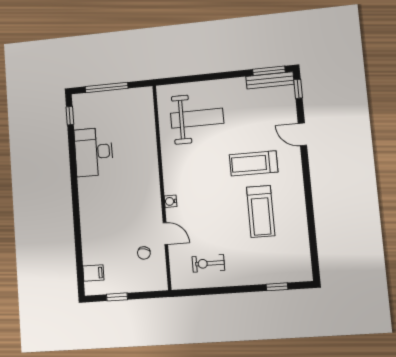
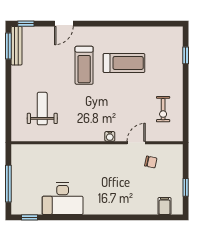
weight bench: (197, 118) -> (42, 109), width x0.73, depth x0.75

